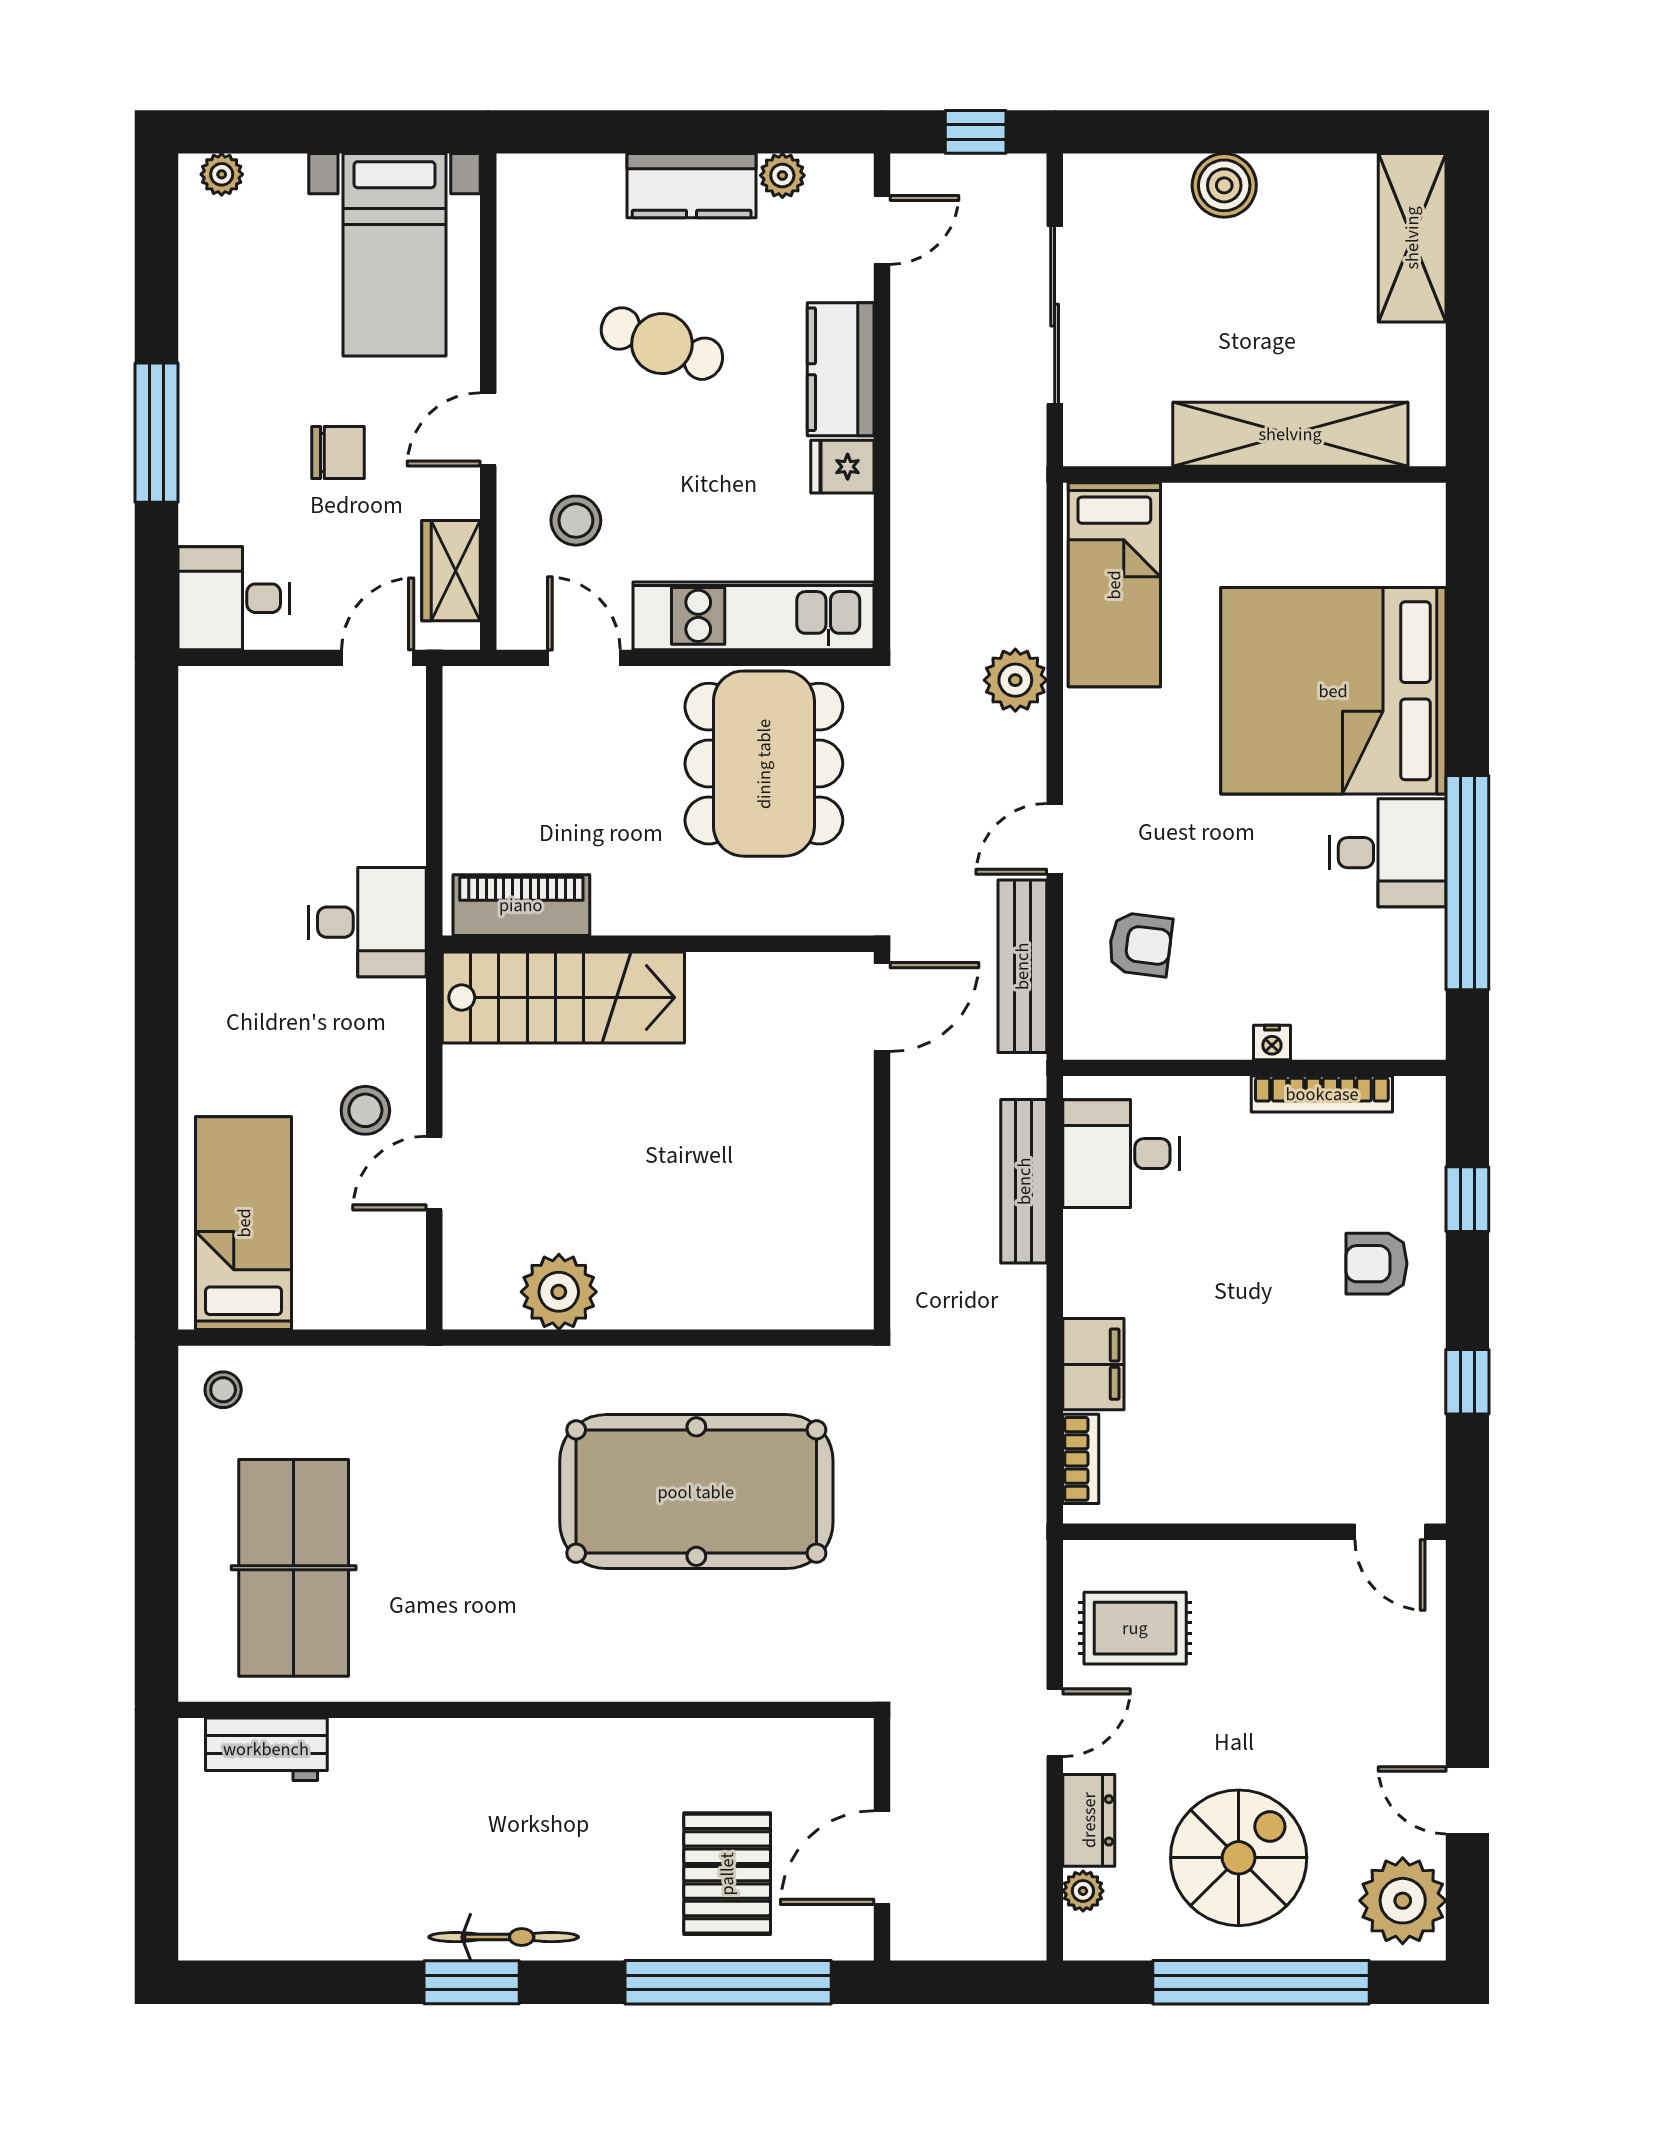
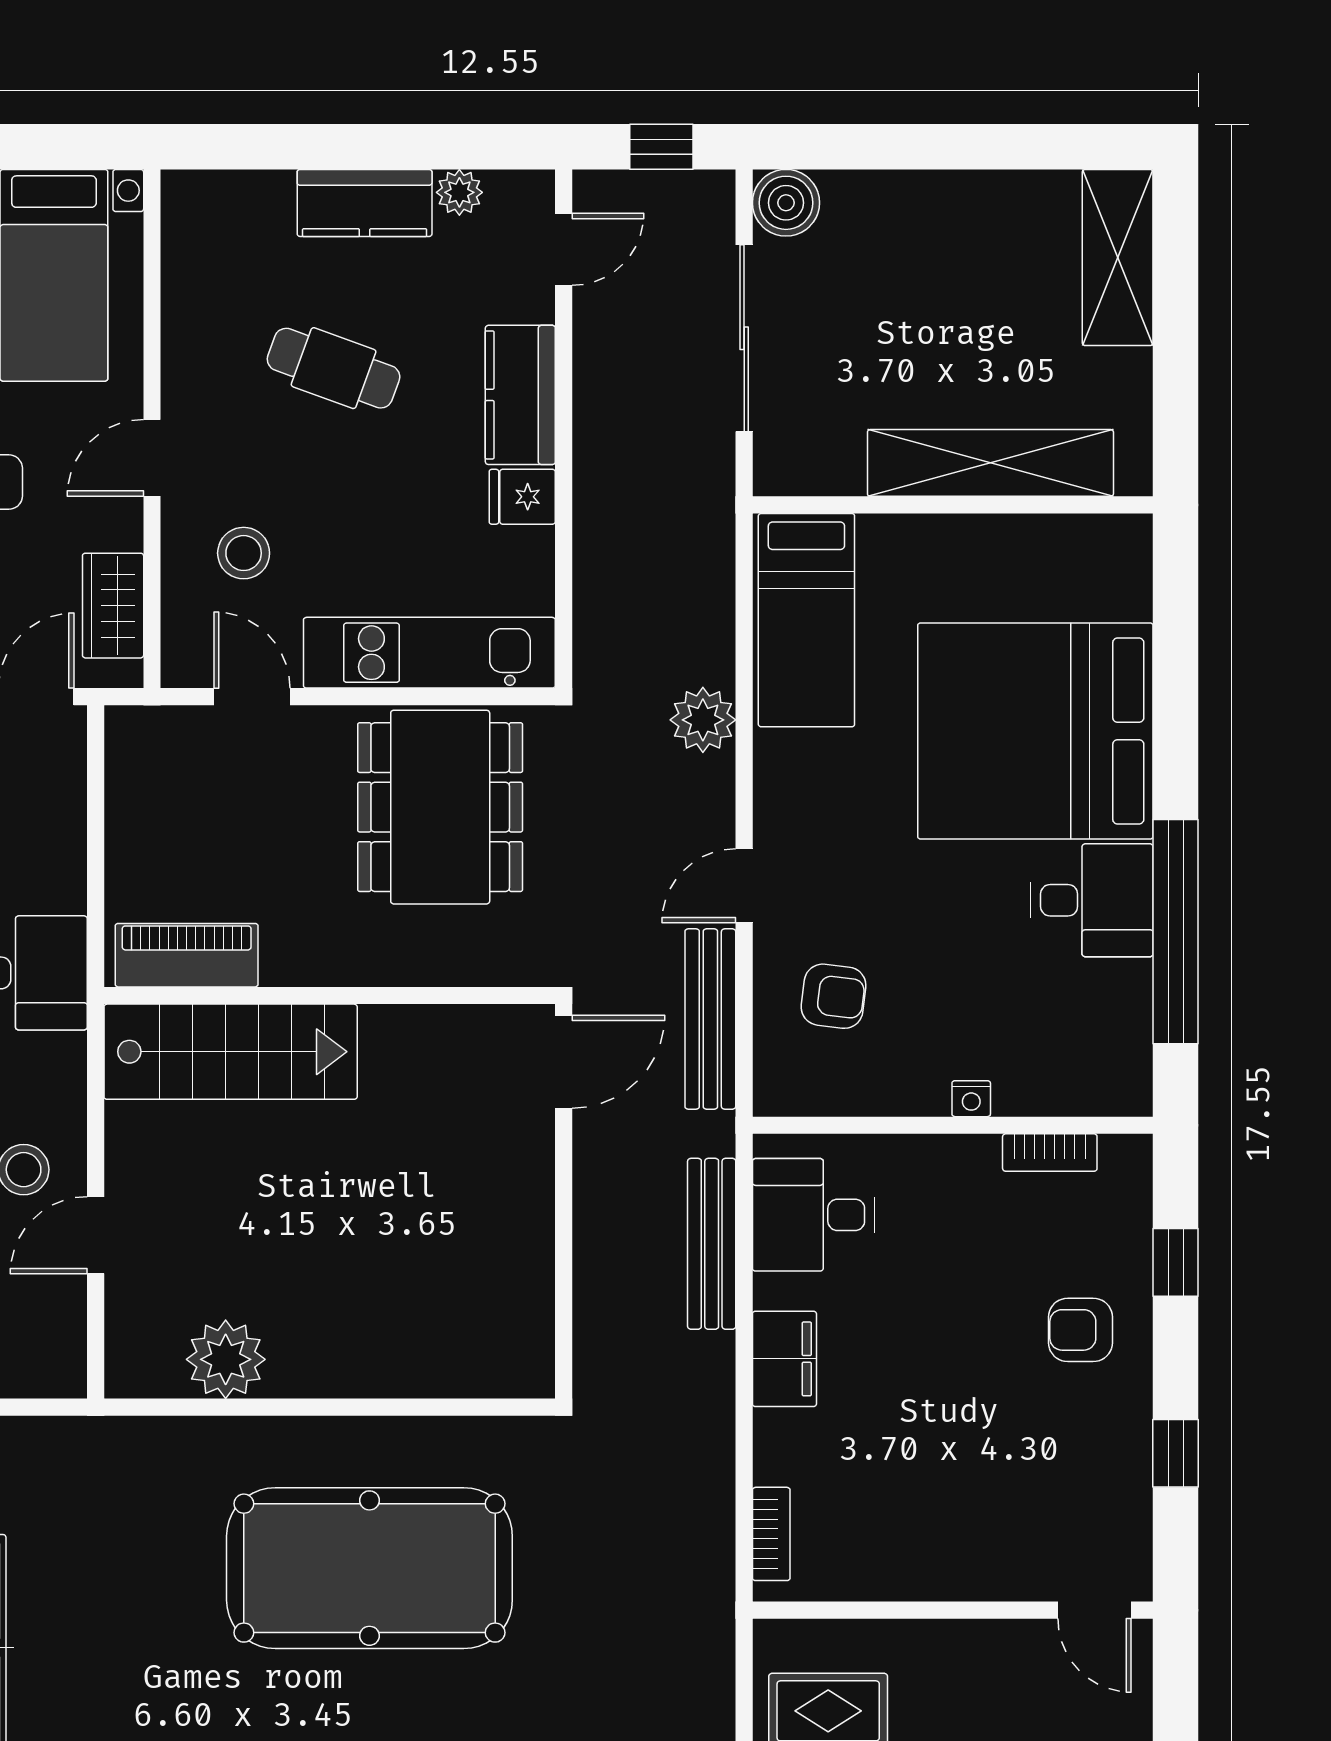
boiler: (1224, 185) -> (786, 203), moved
bookcase: (1322, 1094) -> (1050, 1153), width x0.64
filing cabinet: (1093, 1364) -> (784, 1359), moved

